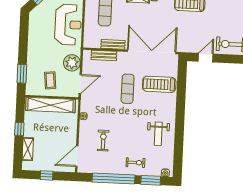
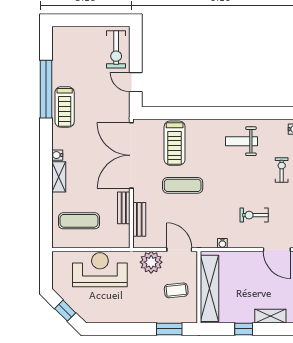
weight bench: (158, 134) -> (241, 141), turned 180

